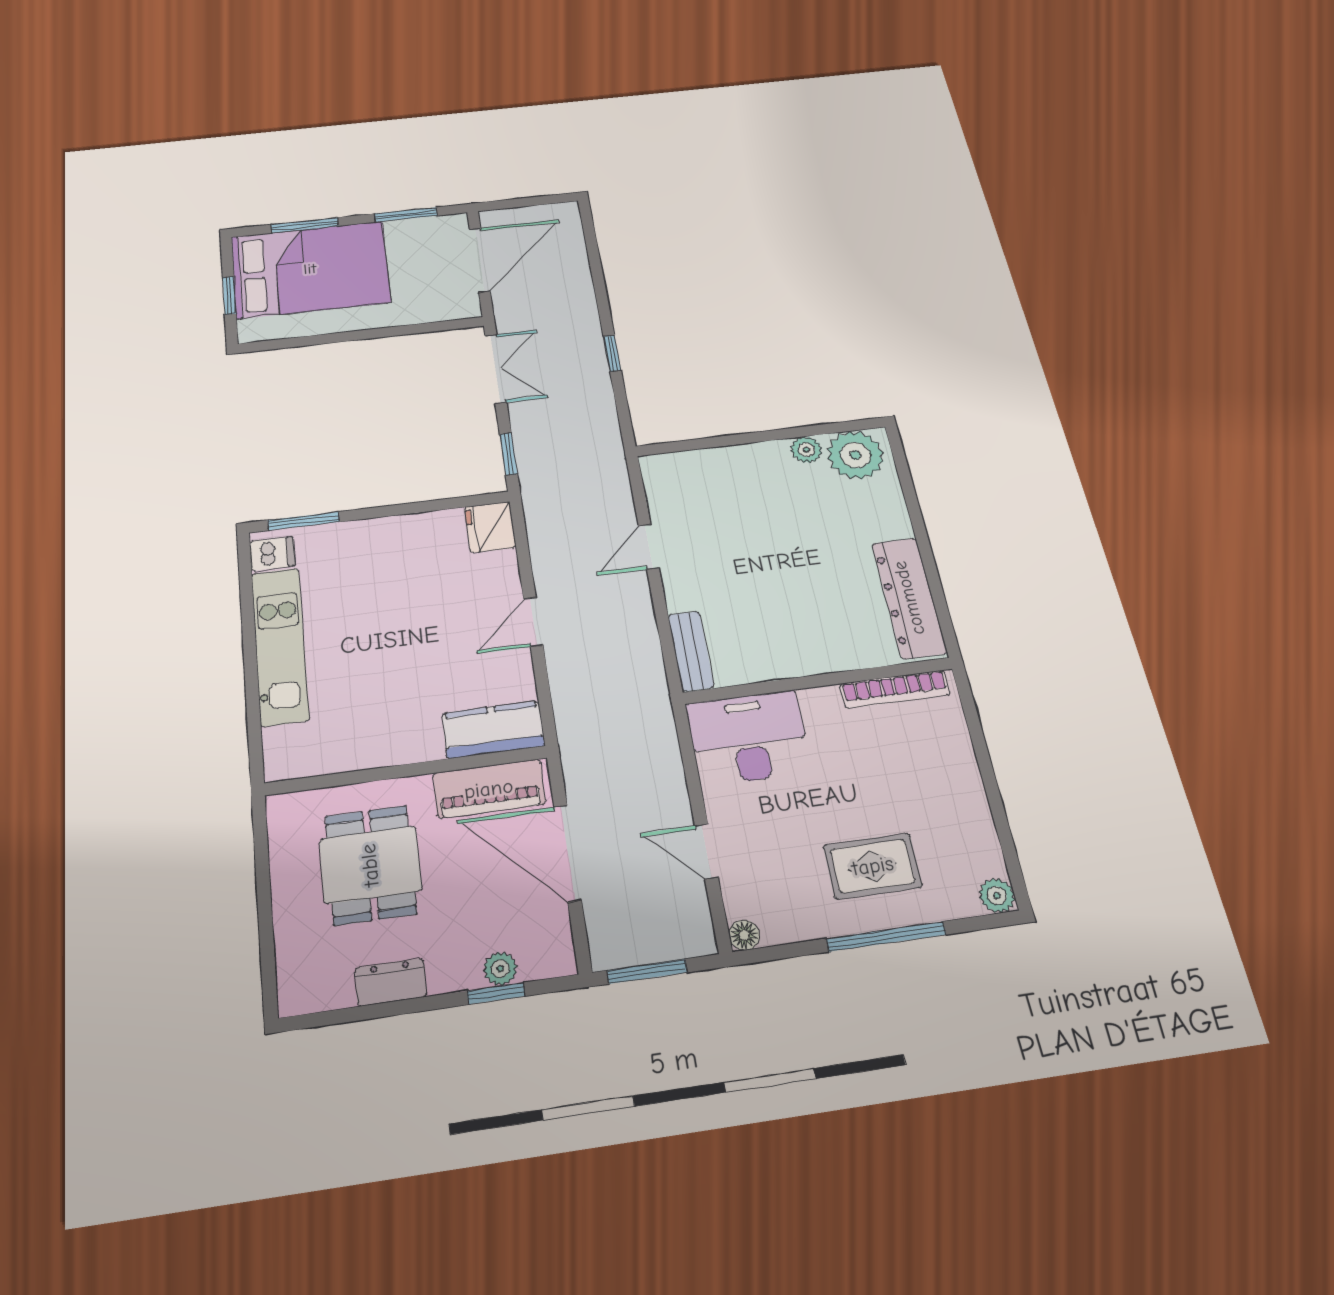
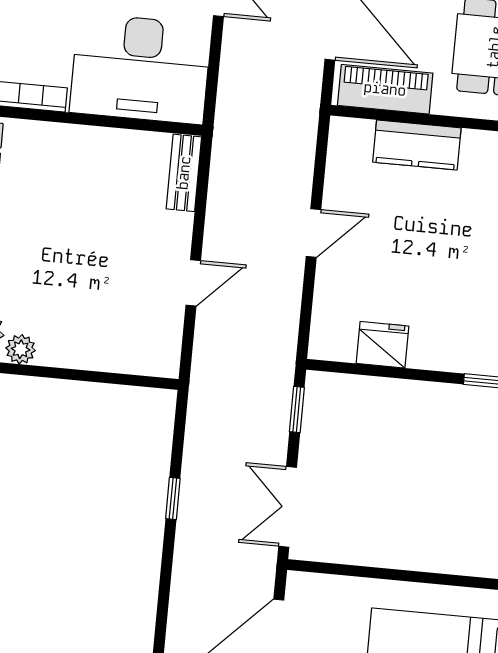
fridge: (490, 527) -> (382, 345), moved, turned -90
kitchen counter: (493, 730) -> (417, 145), moved
desk: (749, 738) -> (141, 69), width x1.36, depth x1.30

